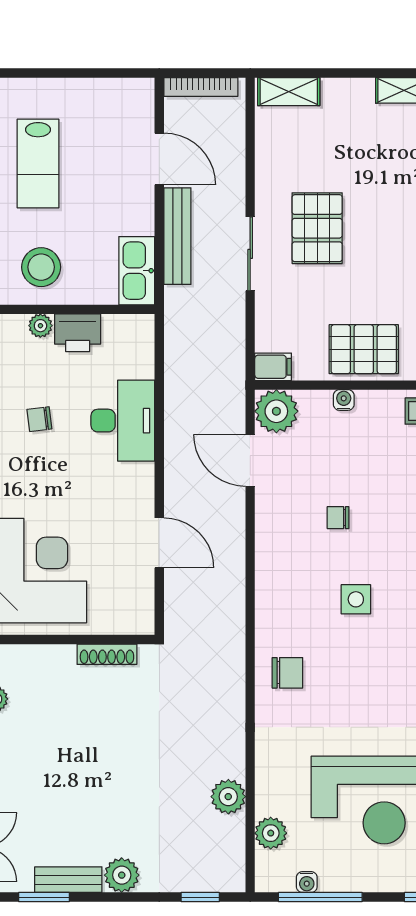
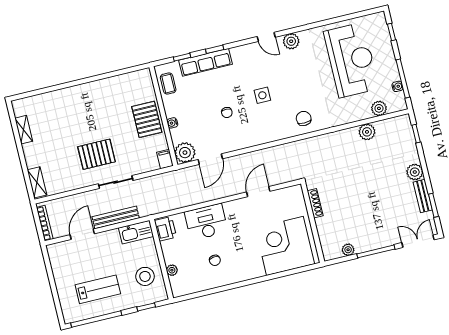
printer: (78, 333) -> (165, 229), moved

